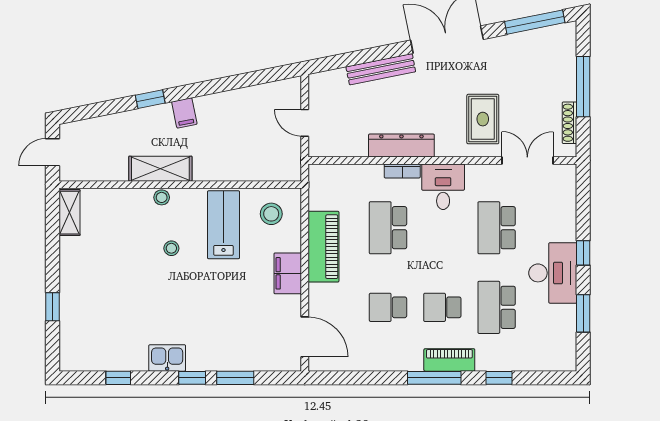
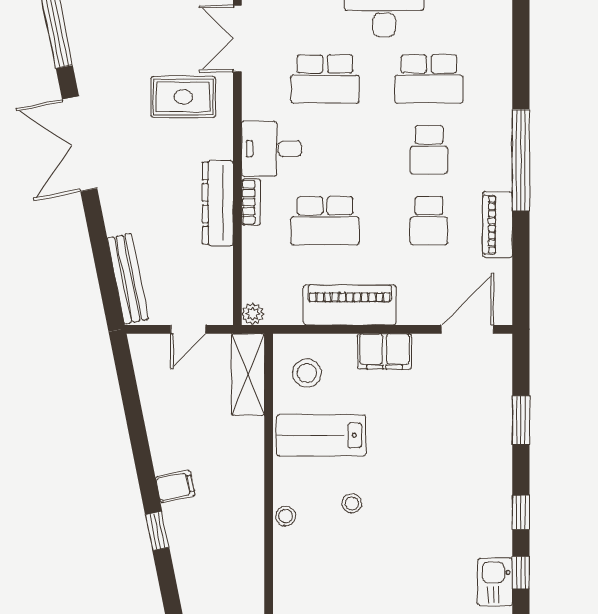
bench: (381, 69) -> (128, 279), moved
shelving: (160, 169) -> (248, 375), moved
plant: (317, 172) -> (253, 314), added
kitchen sink: (167, 358) -> (495, 582), moved
piano: (449, 360) -> (498, 225), moved
window: (192, 378) -> (521, 512), moved
window: (434, 378) -> (521, 160), width x1.46
window: (499, 378) -> (521, 76), removed

